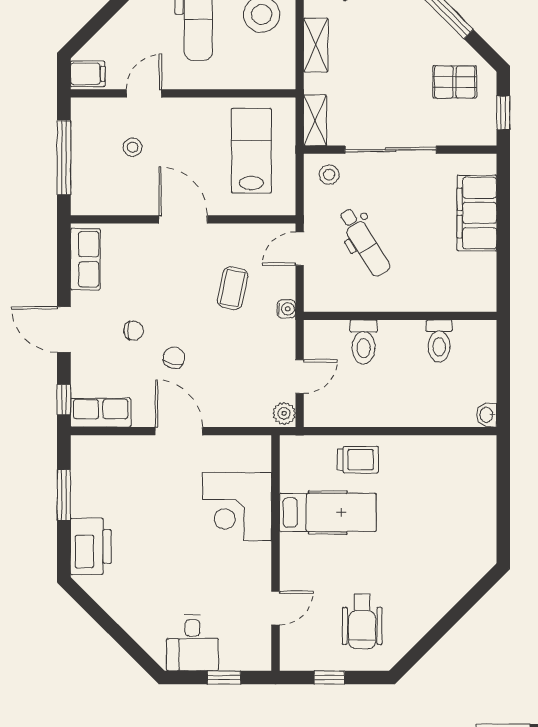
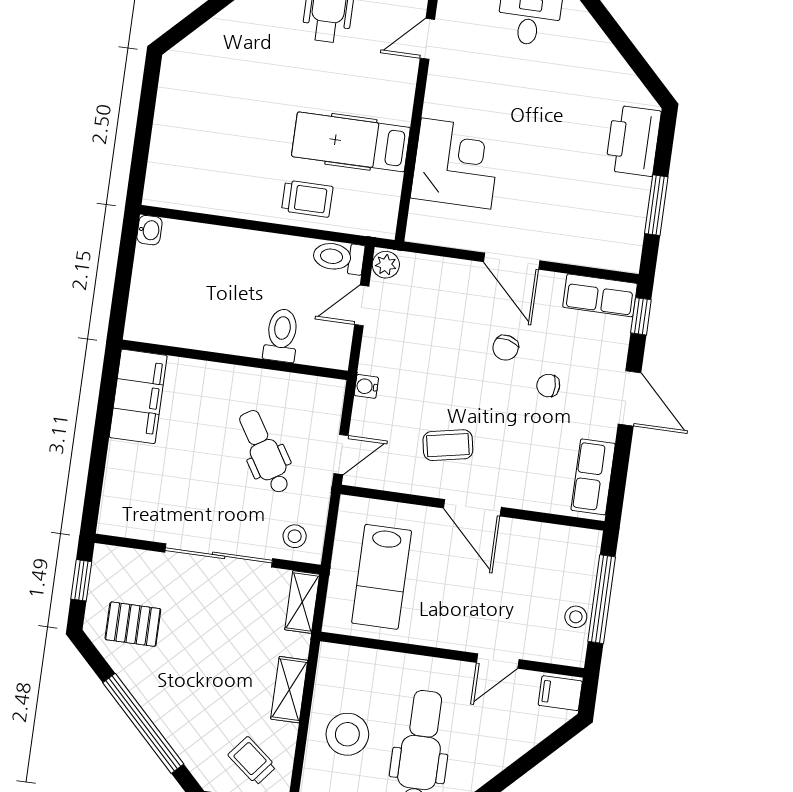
stool: (133, 147) -> (576, 617), moved
filing cabinet: (477, 213) -> (138, 396), moved
coffee table: (233, 288) -> (448, 445), moved, turned 67
toilet: (439, 341) -> (338, 257), moved, turned -90
trolley: (358, 460) -> (307, 199), turned 180

